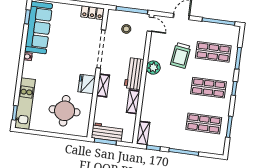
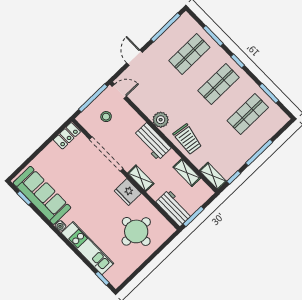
trolley: (181, 55) -> (188, 139), moved
shelving: (133, 102) -> (187, 173), moved
kitchen unit: (25, 104) -> (88, 248), moved
workbench: (107, 132) -> (174, 208), moved, turned 90

